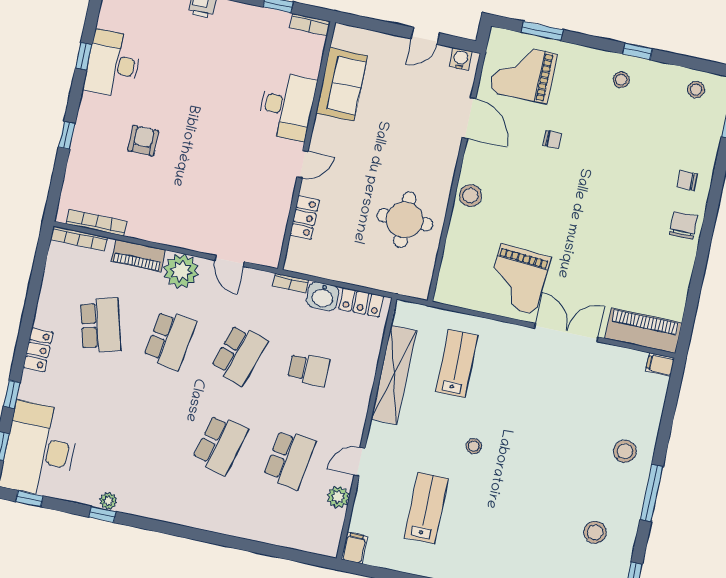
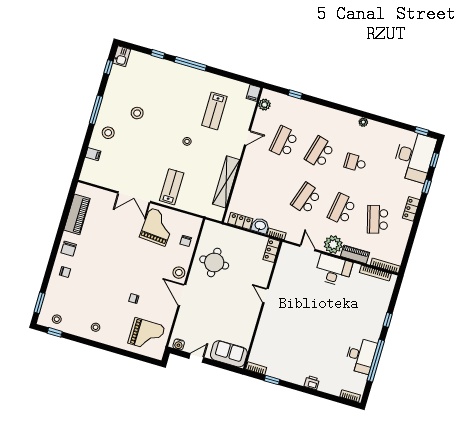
window: (542, 31) -> (135, 356), removed
window: (637, 51) -> (55, 332), moved
window: (84, 56) -> (376, 361), width x3.17
sofa: (342, 84) -> (229, 354), moved, turned 90
desk: (287, 106) -> (334, 270), moved, turned 90
door: (469, 118) -> (182, 295), moved
armchair: (143, 141) -> (348, 314), removed
door: (303, 164) -> (266, 296), hinge flipped
locker: (305, 218) -> (272, 250), moved
chair: (462, 257) -> (186, 241), added
piano: (643, 331) -> (77, 214), moved, turned -90
lab bench: (457, 364) -> (172, 187), moved, turned 180
filing cabinet: (660, 365) -> (93, 154), moved
school desk: (309, 369) -> (355, 163), moved
plant: (338, 497) -> (264, 105), moved
plant: (108, 501) -> (363, 122), moved
window: (102, 514) -> (295, 94), moved
stool: (595, 532) -> (137, 113), moved

